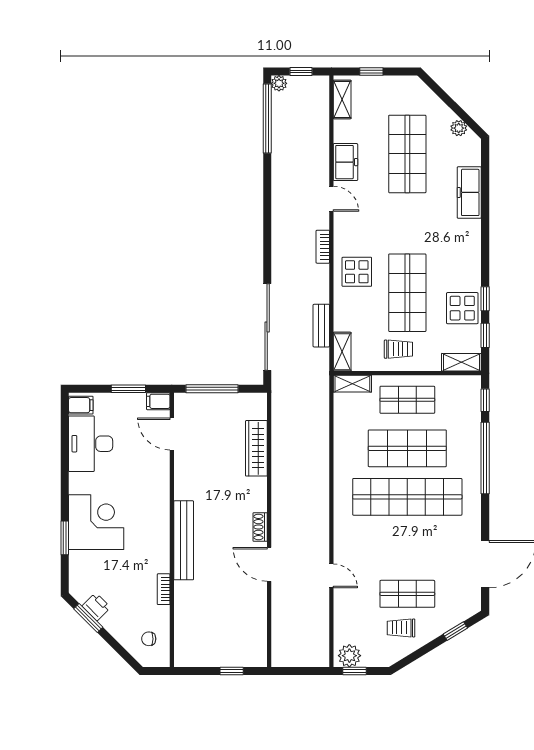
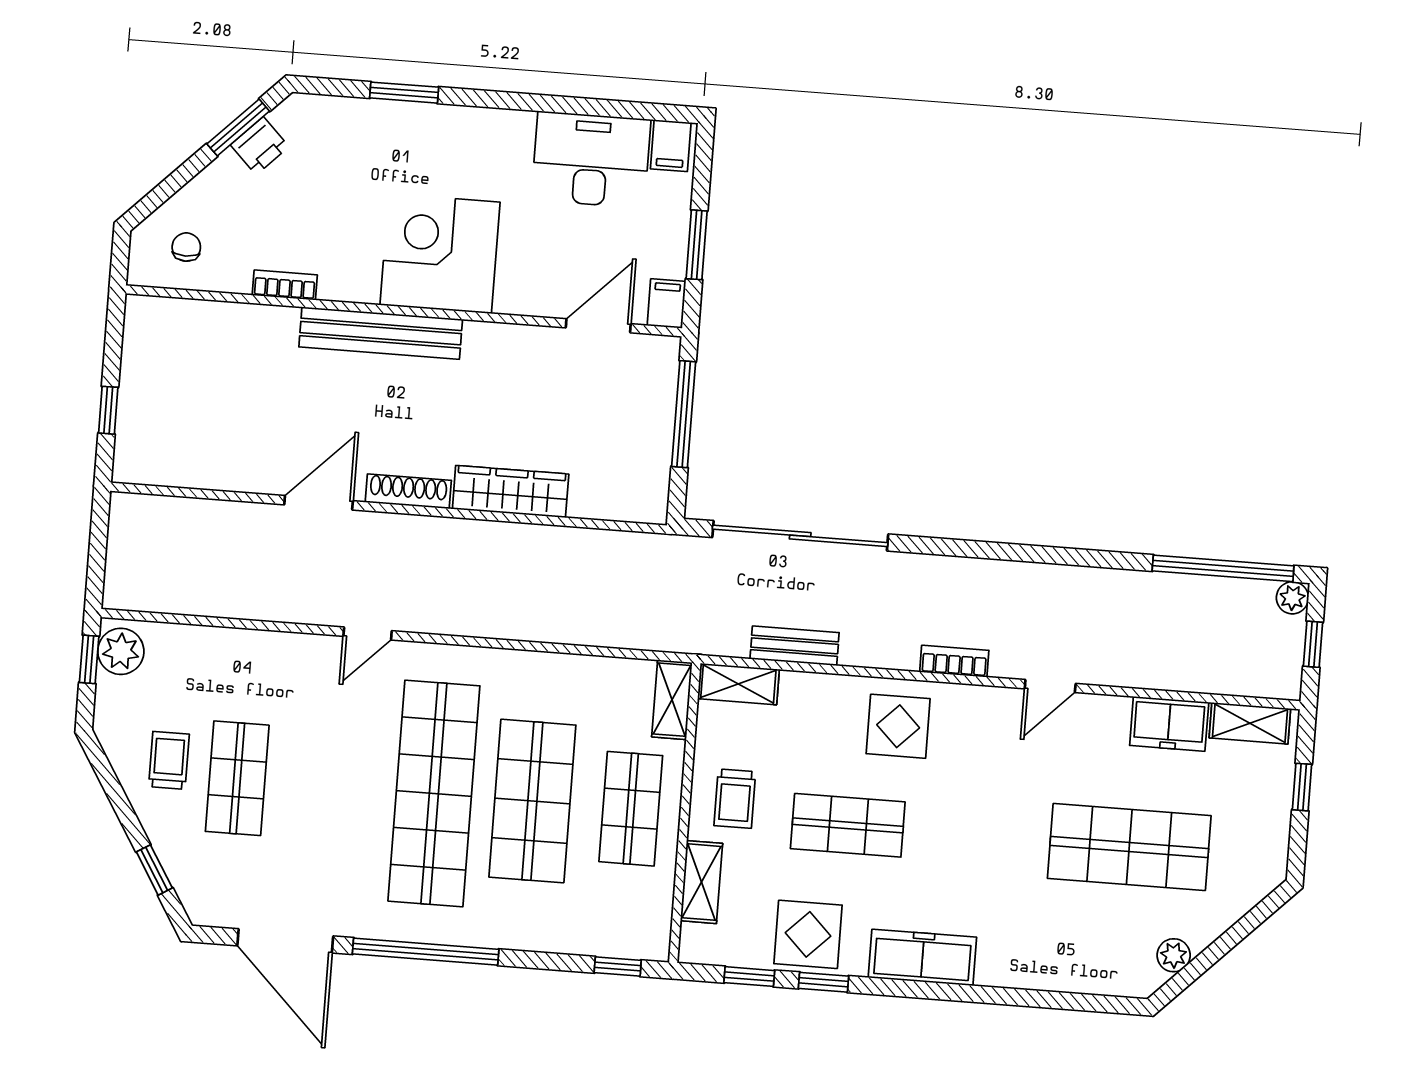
freezer: (345, 162) -> (1169, 724), moved
freezer: (469, 192) -> (922, 957), moved
shop shelf: (407, 293) -> (848, 825), width x0.70, depth x0.74
shelving: (461, 362) -> (701, 882), moved
wardrobe: (256, 448) -> (511, 492), moved
window: (485, 458) -> (426, 952), moved
corner desk: (96, 522) -> (440, 254), moved, turned 180
shoe rack: (260, 527) -> (408, 491), width x1.43
door: (331, 576) -> (368, 634), moved

